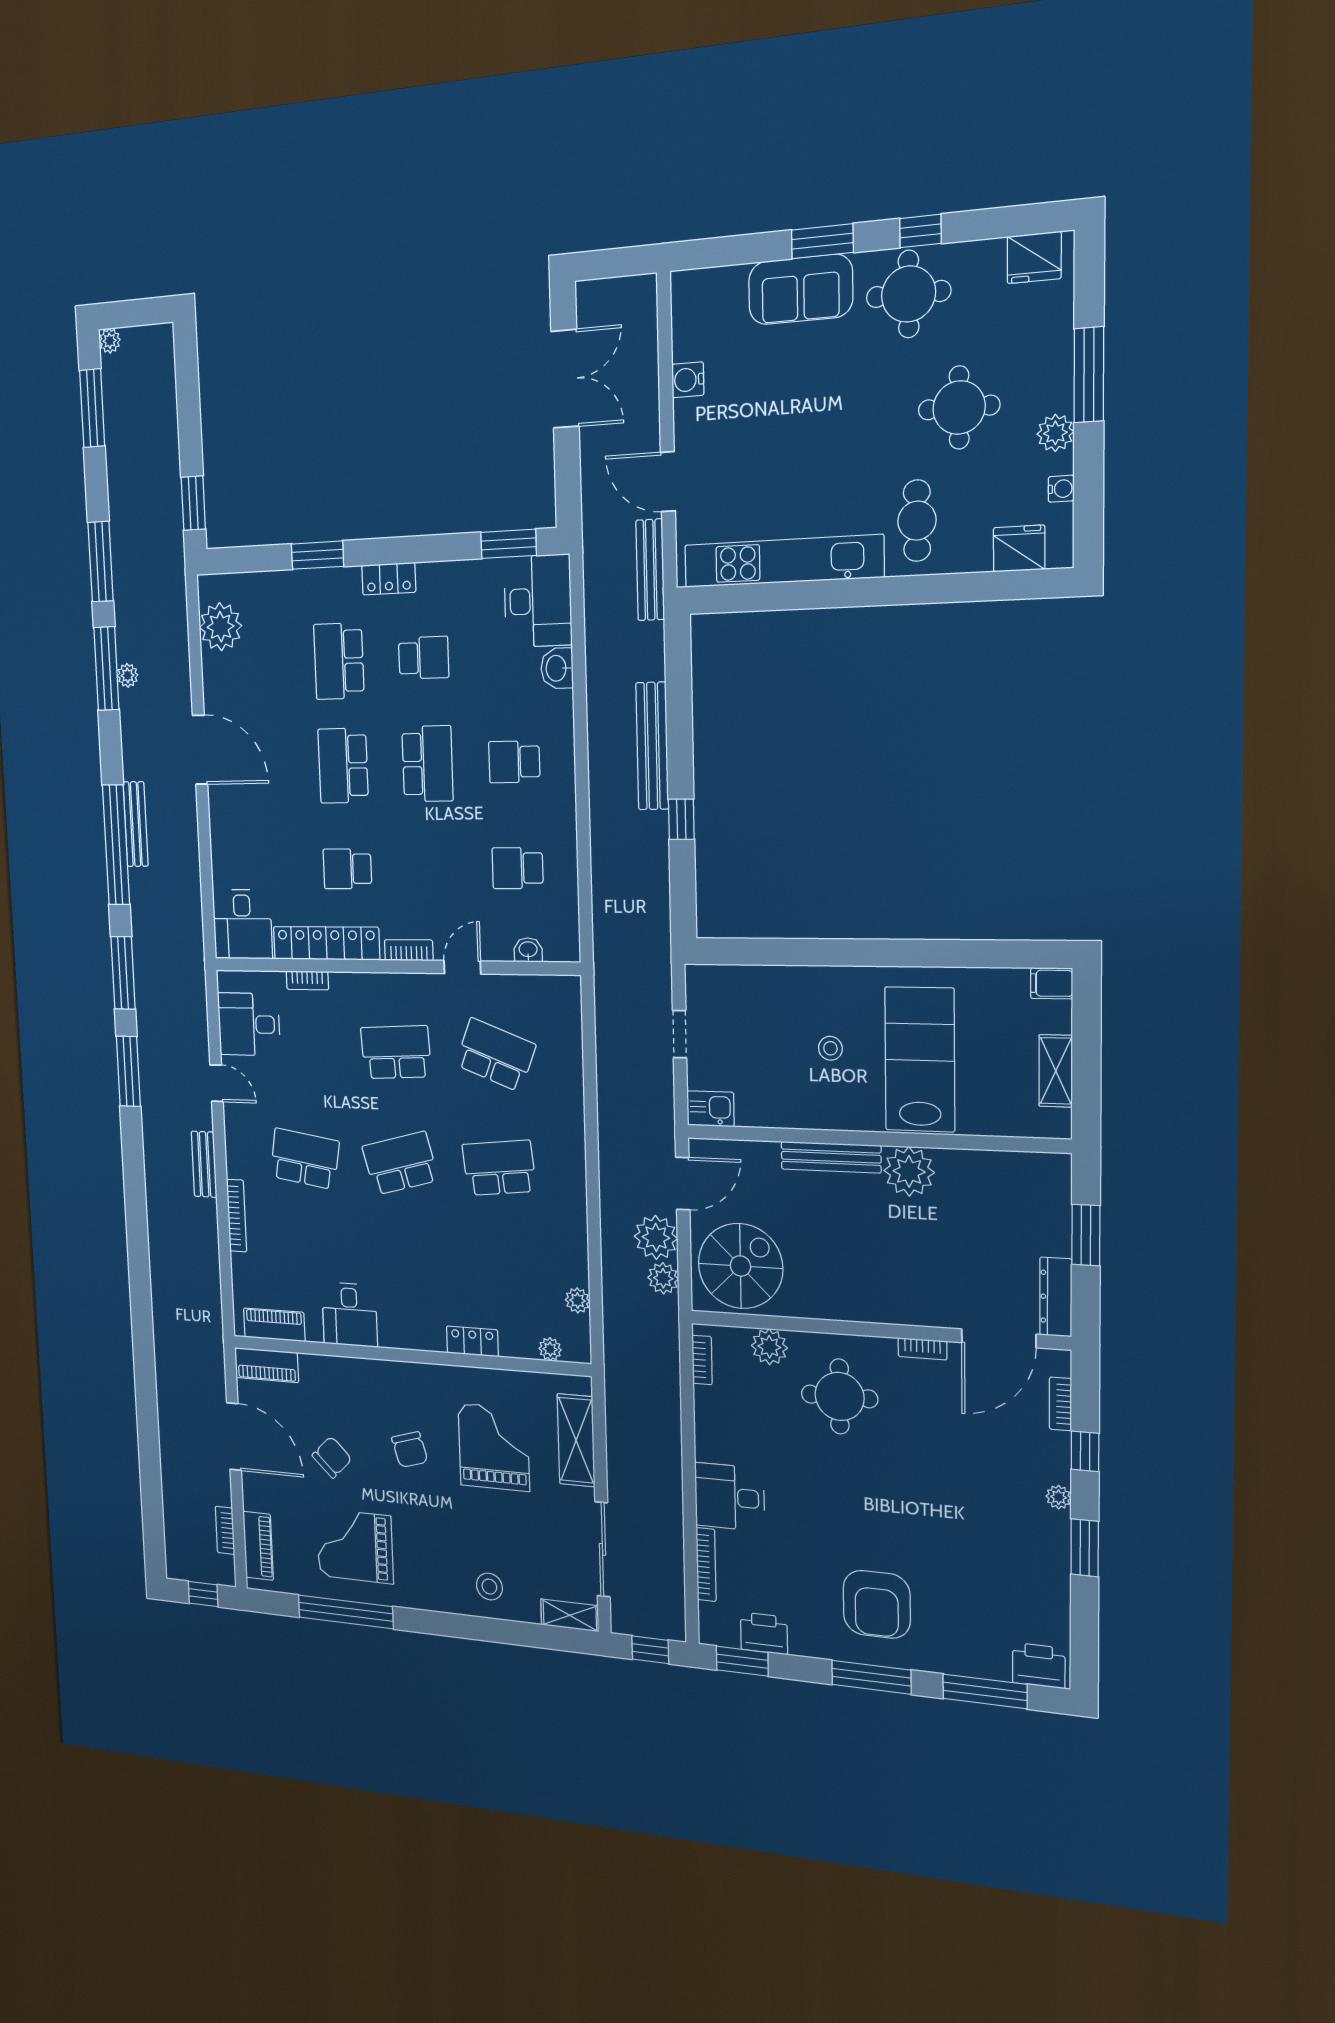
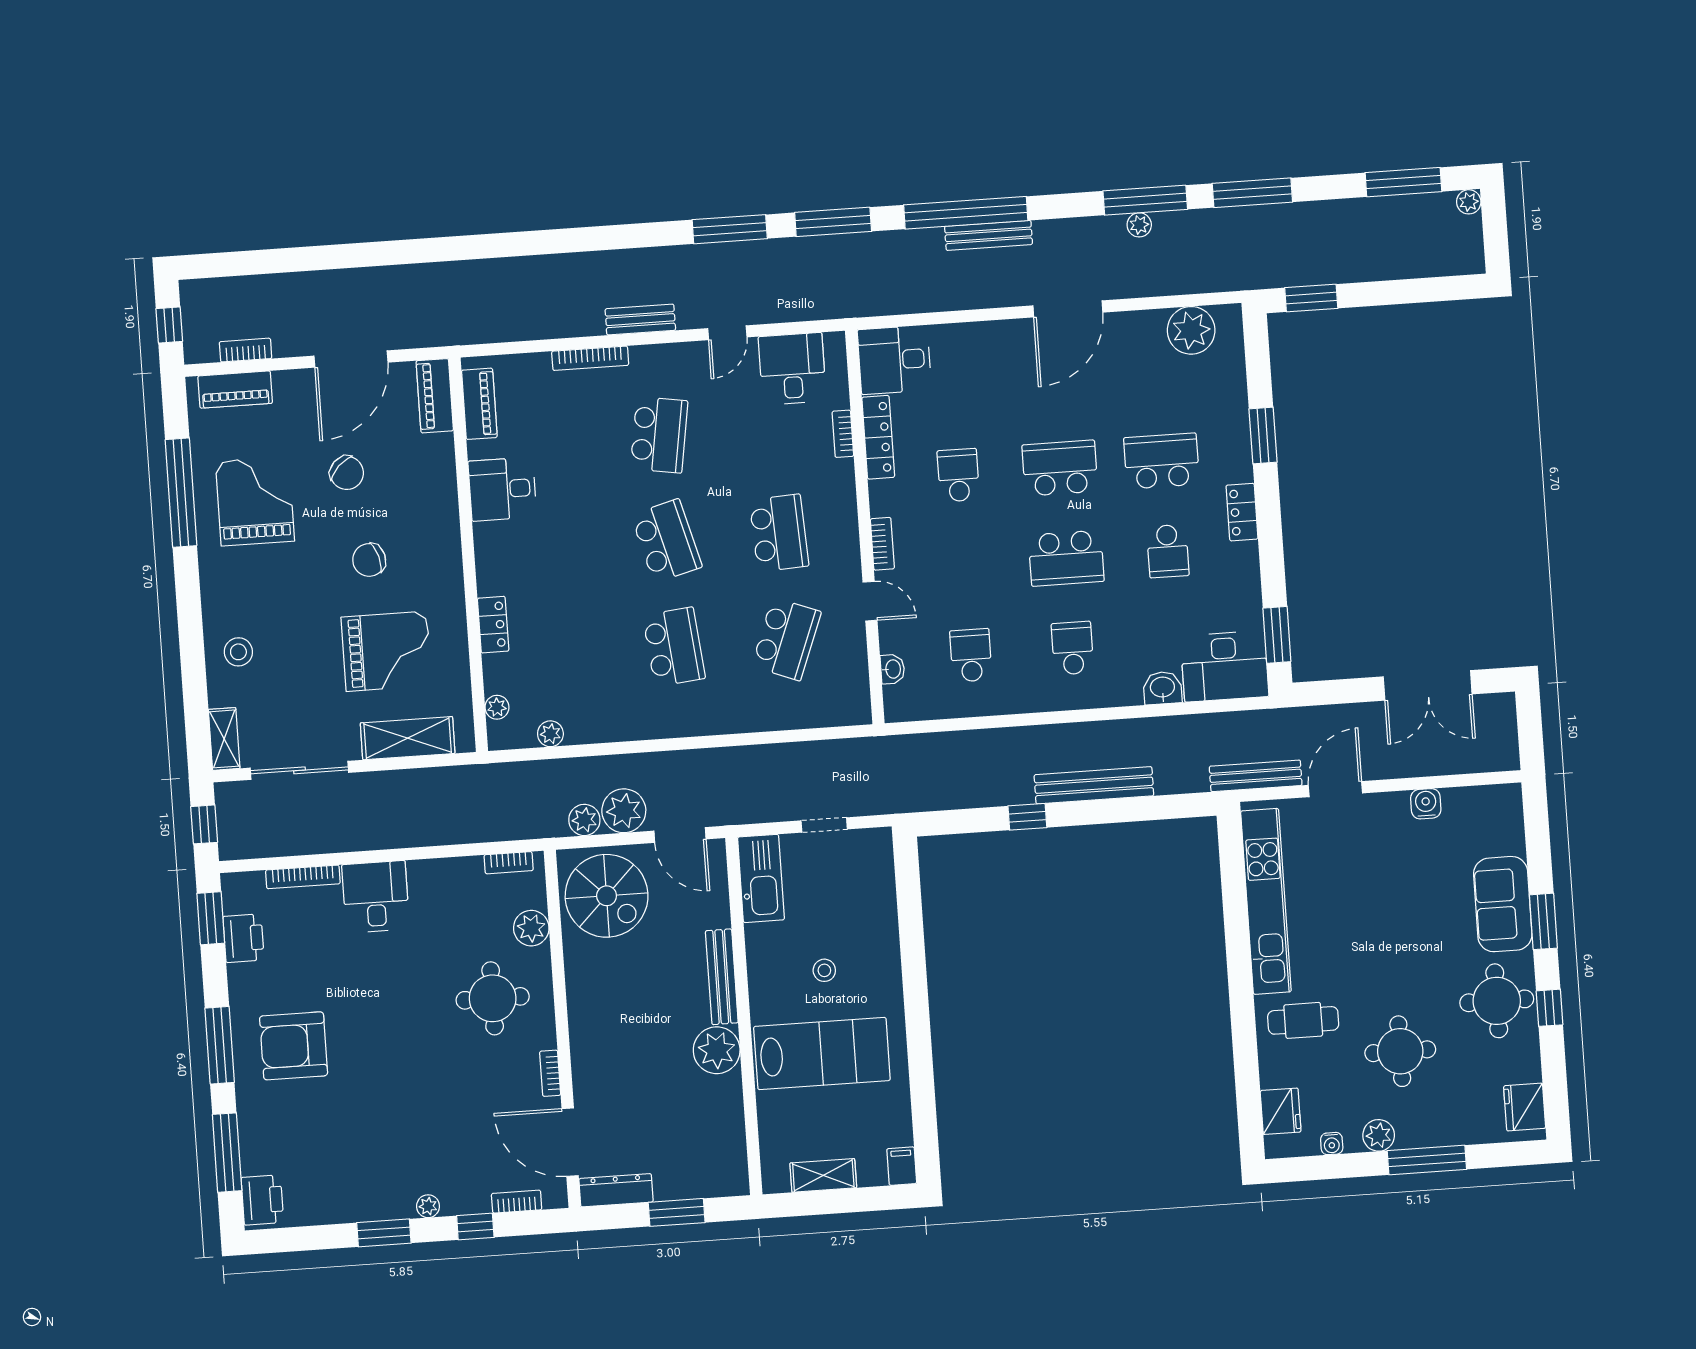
locker: (326, 943) -> (878, 437), width x0.71, depth x0.83
kitchen sink: (711, 1109) -> (761, 878), width x1.87, depth x1.24

